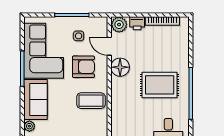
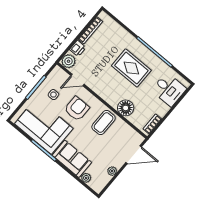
floor lamp: (120, 67) -> (126, 108), moved
rug: (160, 85) -> (131, 68), turned 90

